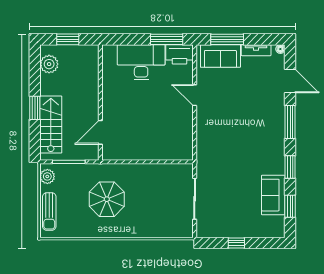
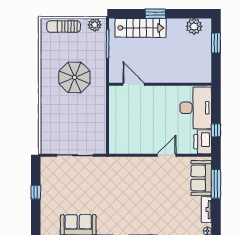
window: (167, 39) -> (216, 130), width x0.46
wall: (100, 102) -> (160, 84), moved
door: (100, 132) -> (134, 84), moved

